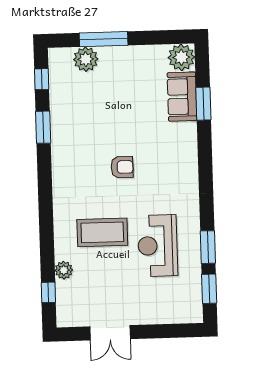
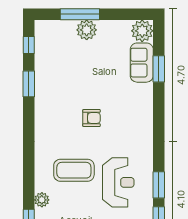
plant: (86, 59) -> (87, 30), moved
reception desk: (158, 246) -> (118, 182), turned 180

